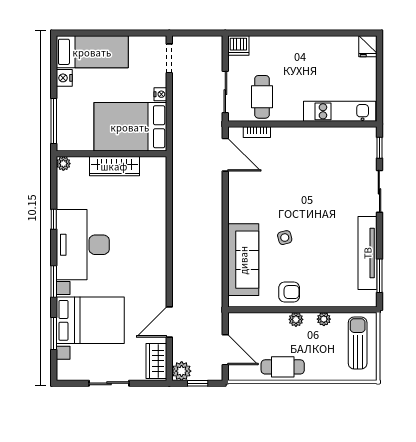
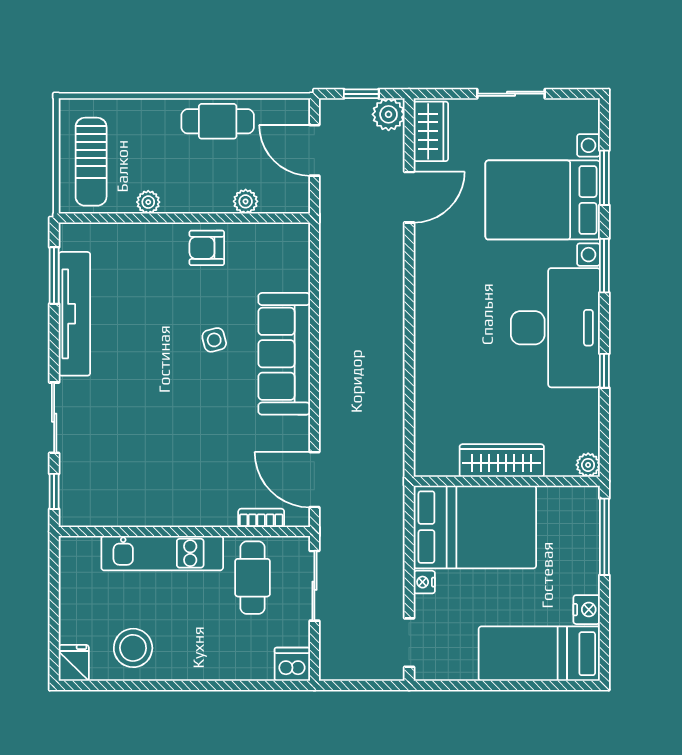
stool: (333, 55) -> (133, 648), added
kitchen unit: (340, 111) -> (162, 553), moved
sofa: (243, 260) -> (284, 354), moved
plant: (296, 319) -> (246, 201), moved

